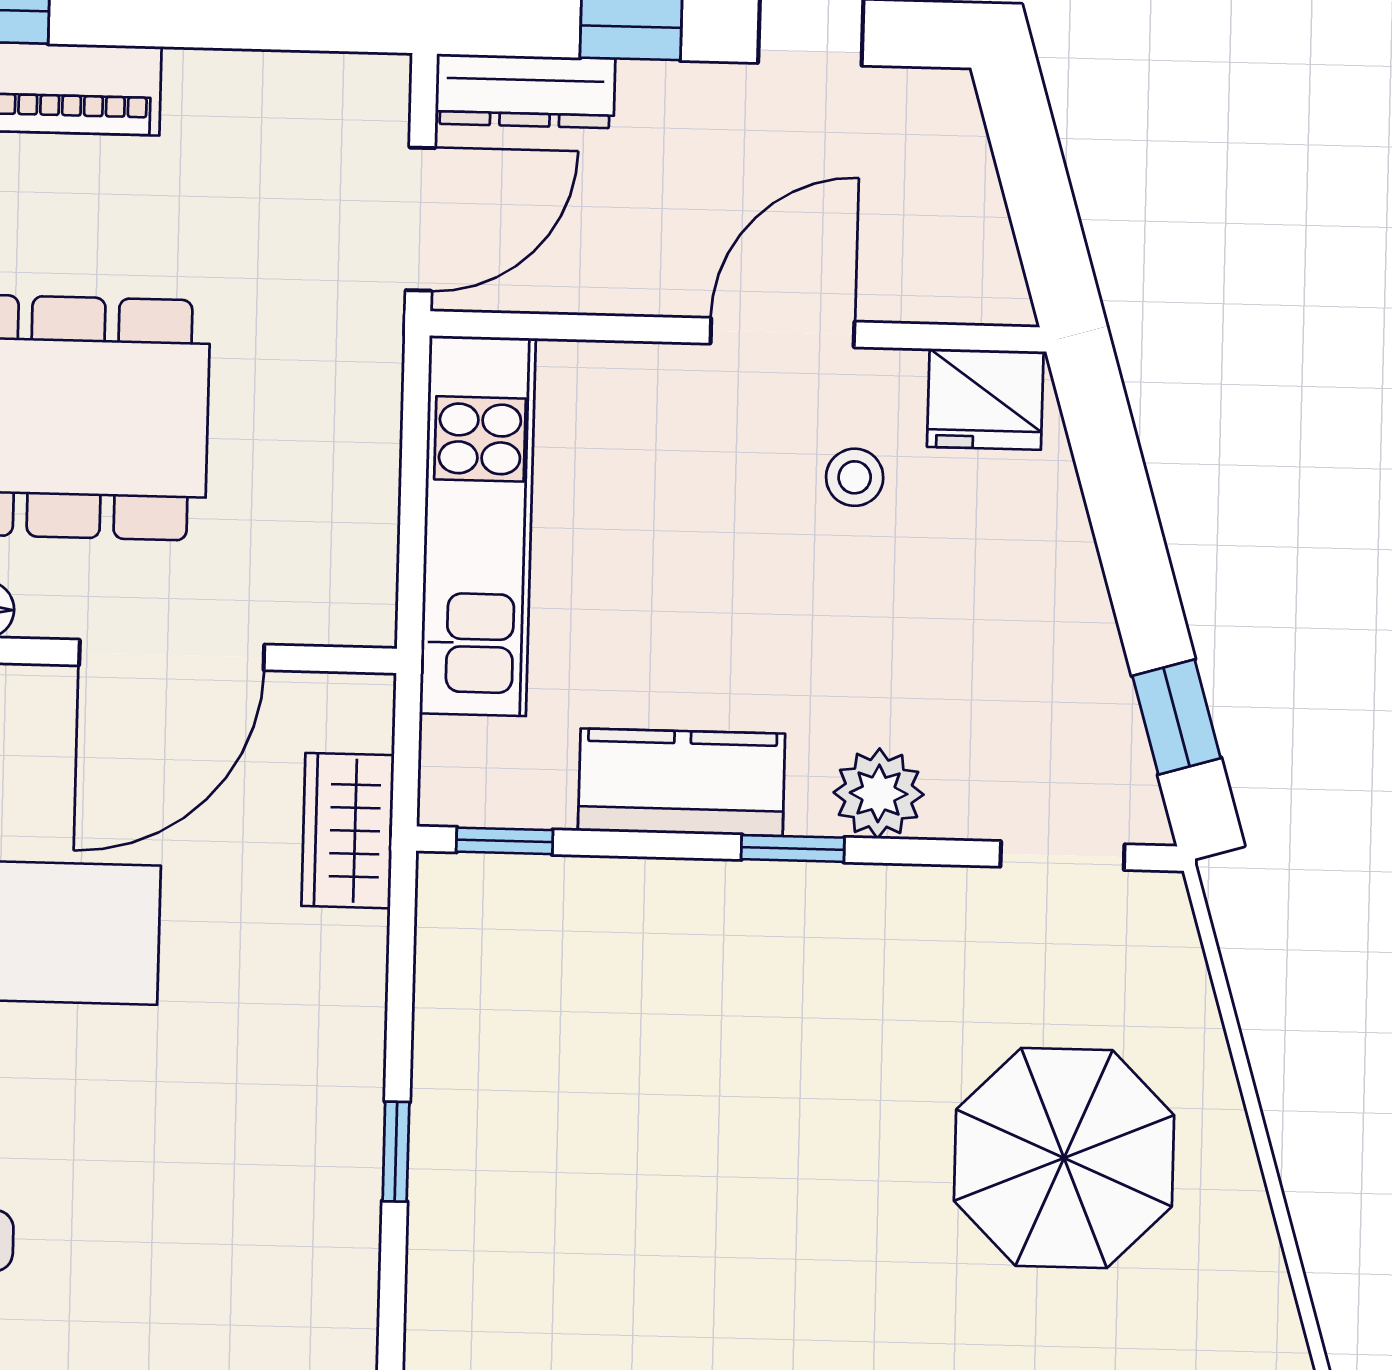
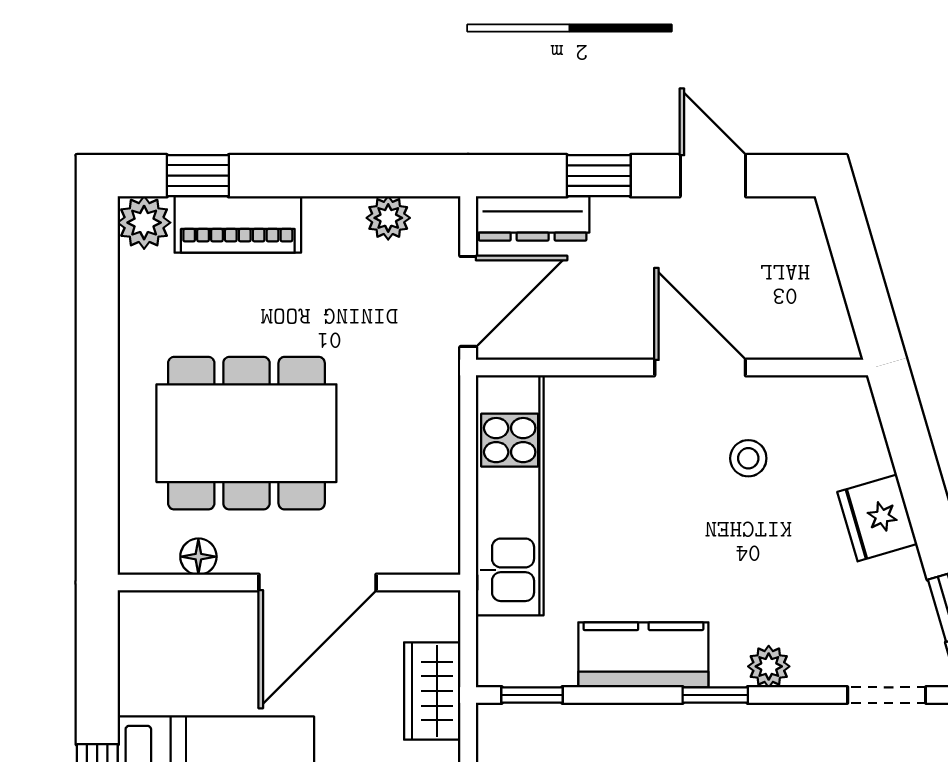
plant: (298, 84) -> (388, 218), added
door: (782, 333) -> (700, 368), hinge flipped
fridge: (985, 399) -> (877, 518), moved, turned 74
plant: (879, 793) -> (769, 666), width x0.73, depth x0.73

